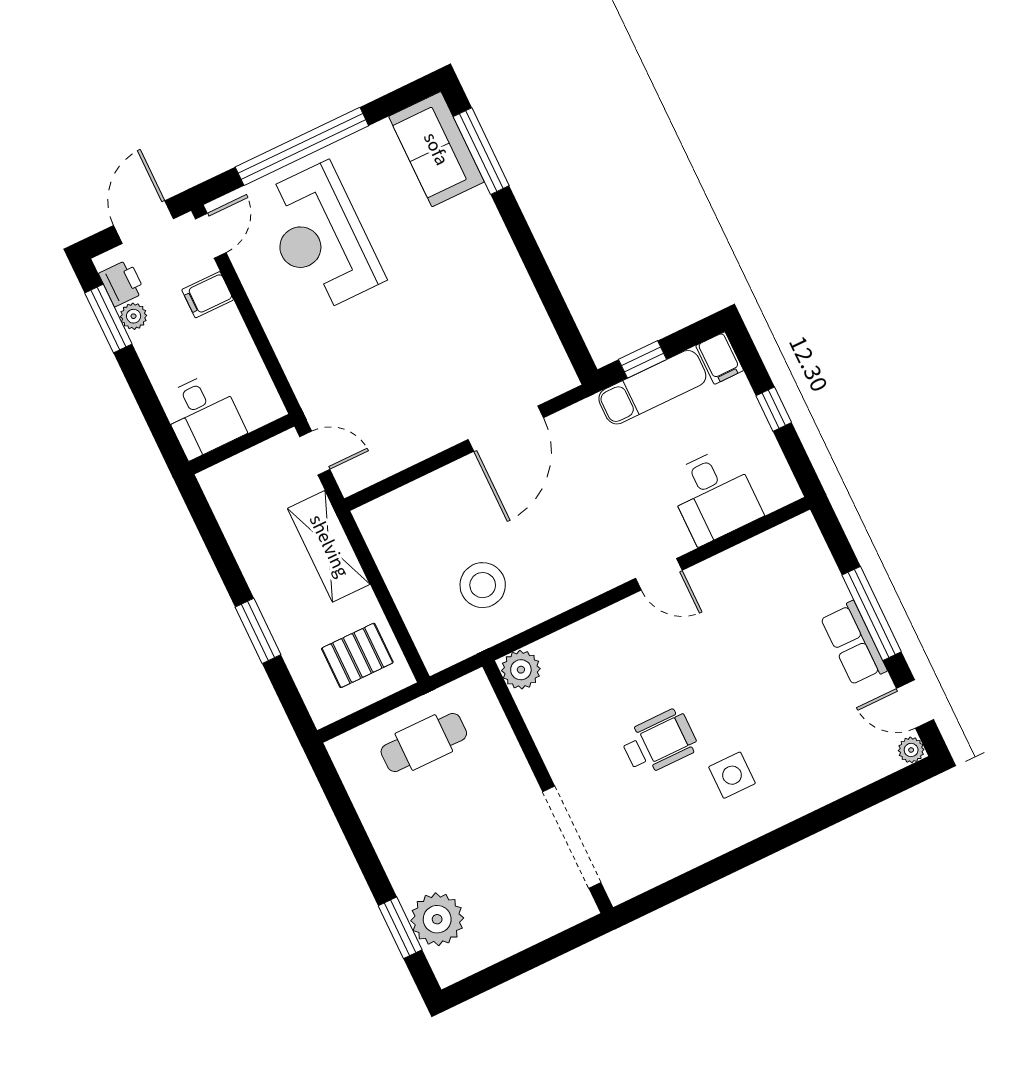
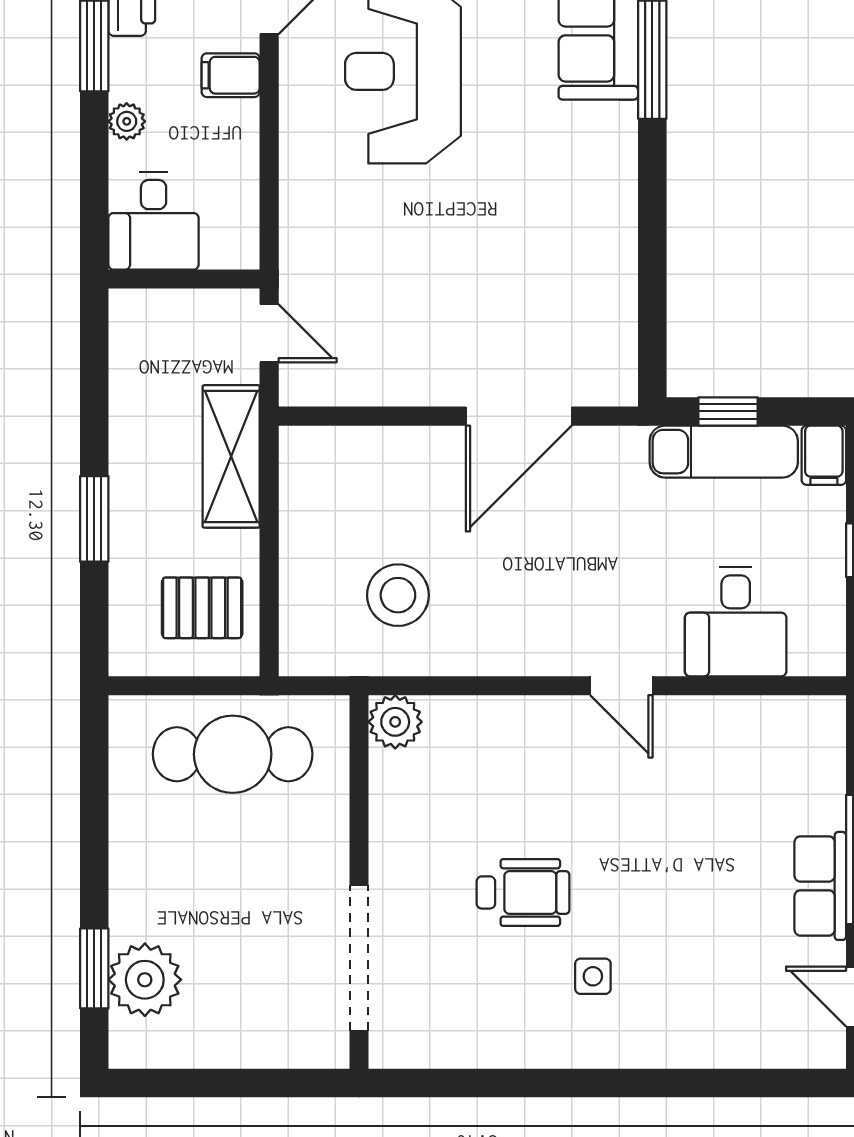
plant: (134, 316) -> (127, 121), moved
cafe table: (424, 743) -> (233, 754), width x1.37, depth x1.35
plant: (911, 750) -> (828, 1051), removed
side table: (732, 775) -> (593, 976), width x0.73, depth x0.73

